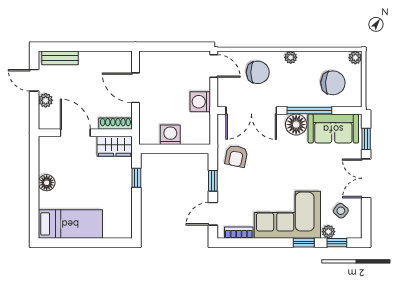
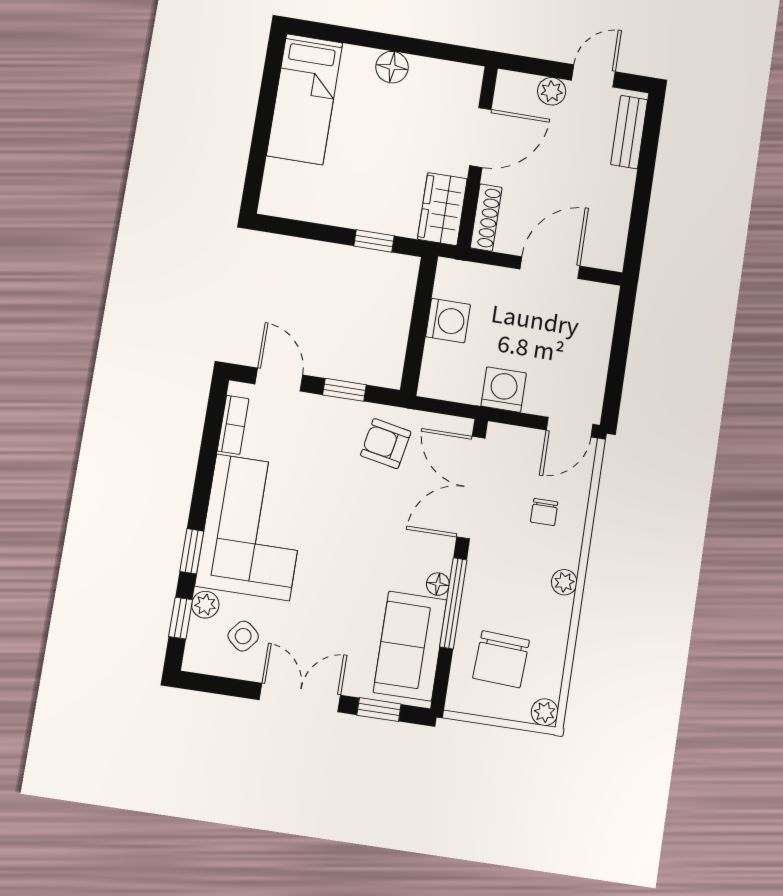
chair: (258, 72) -> (544, 512), width x0.54, depth x0.54
floor lamp: (296, 125) -> (438, 584), width x0.53, depth x0.53

